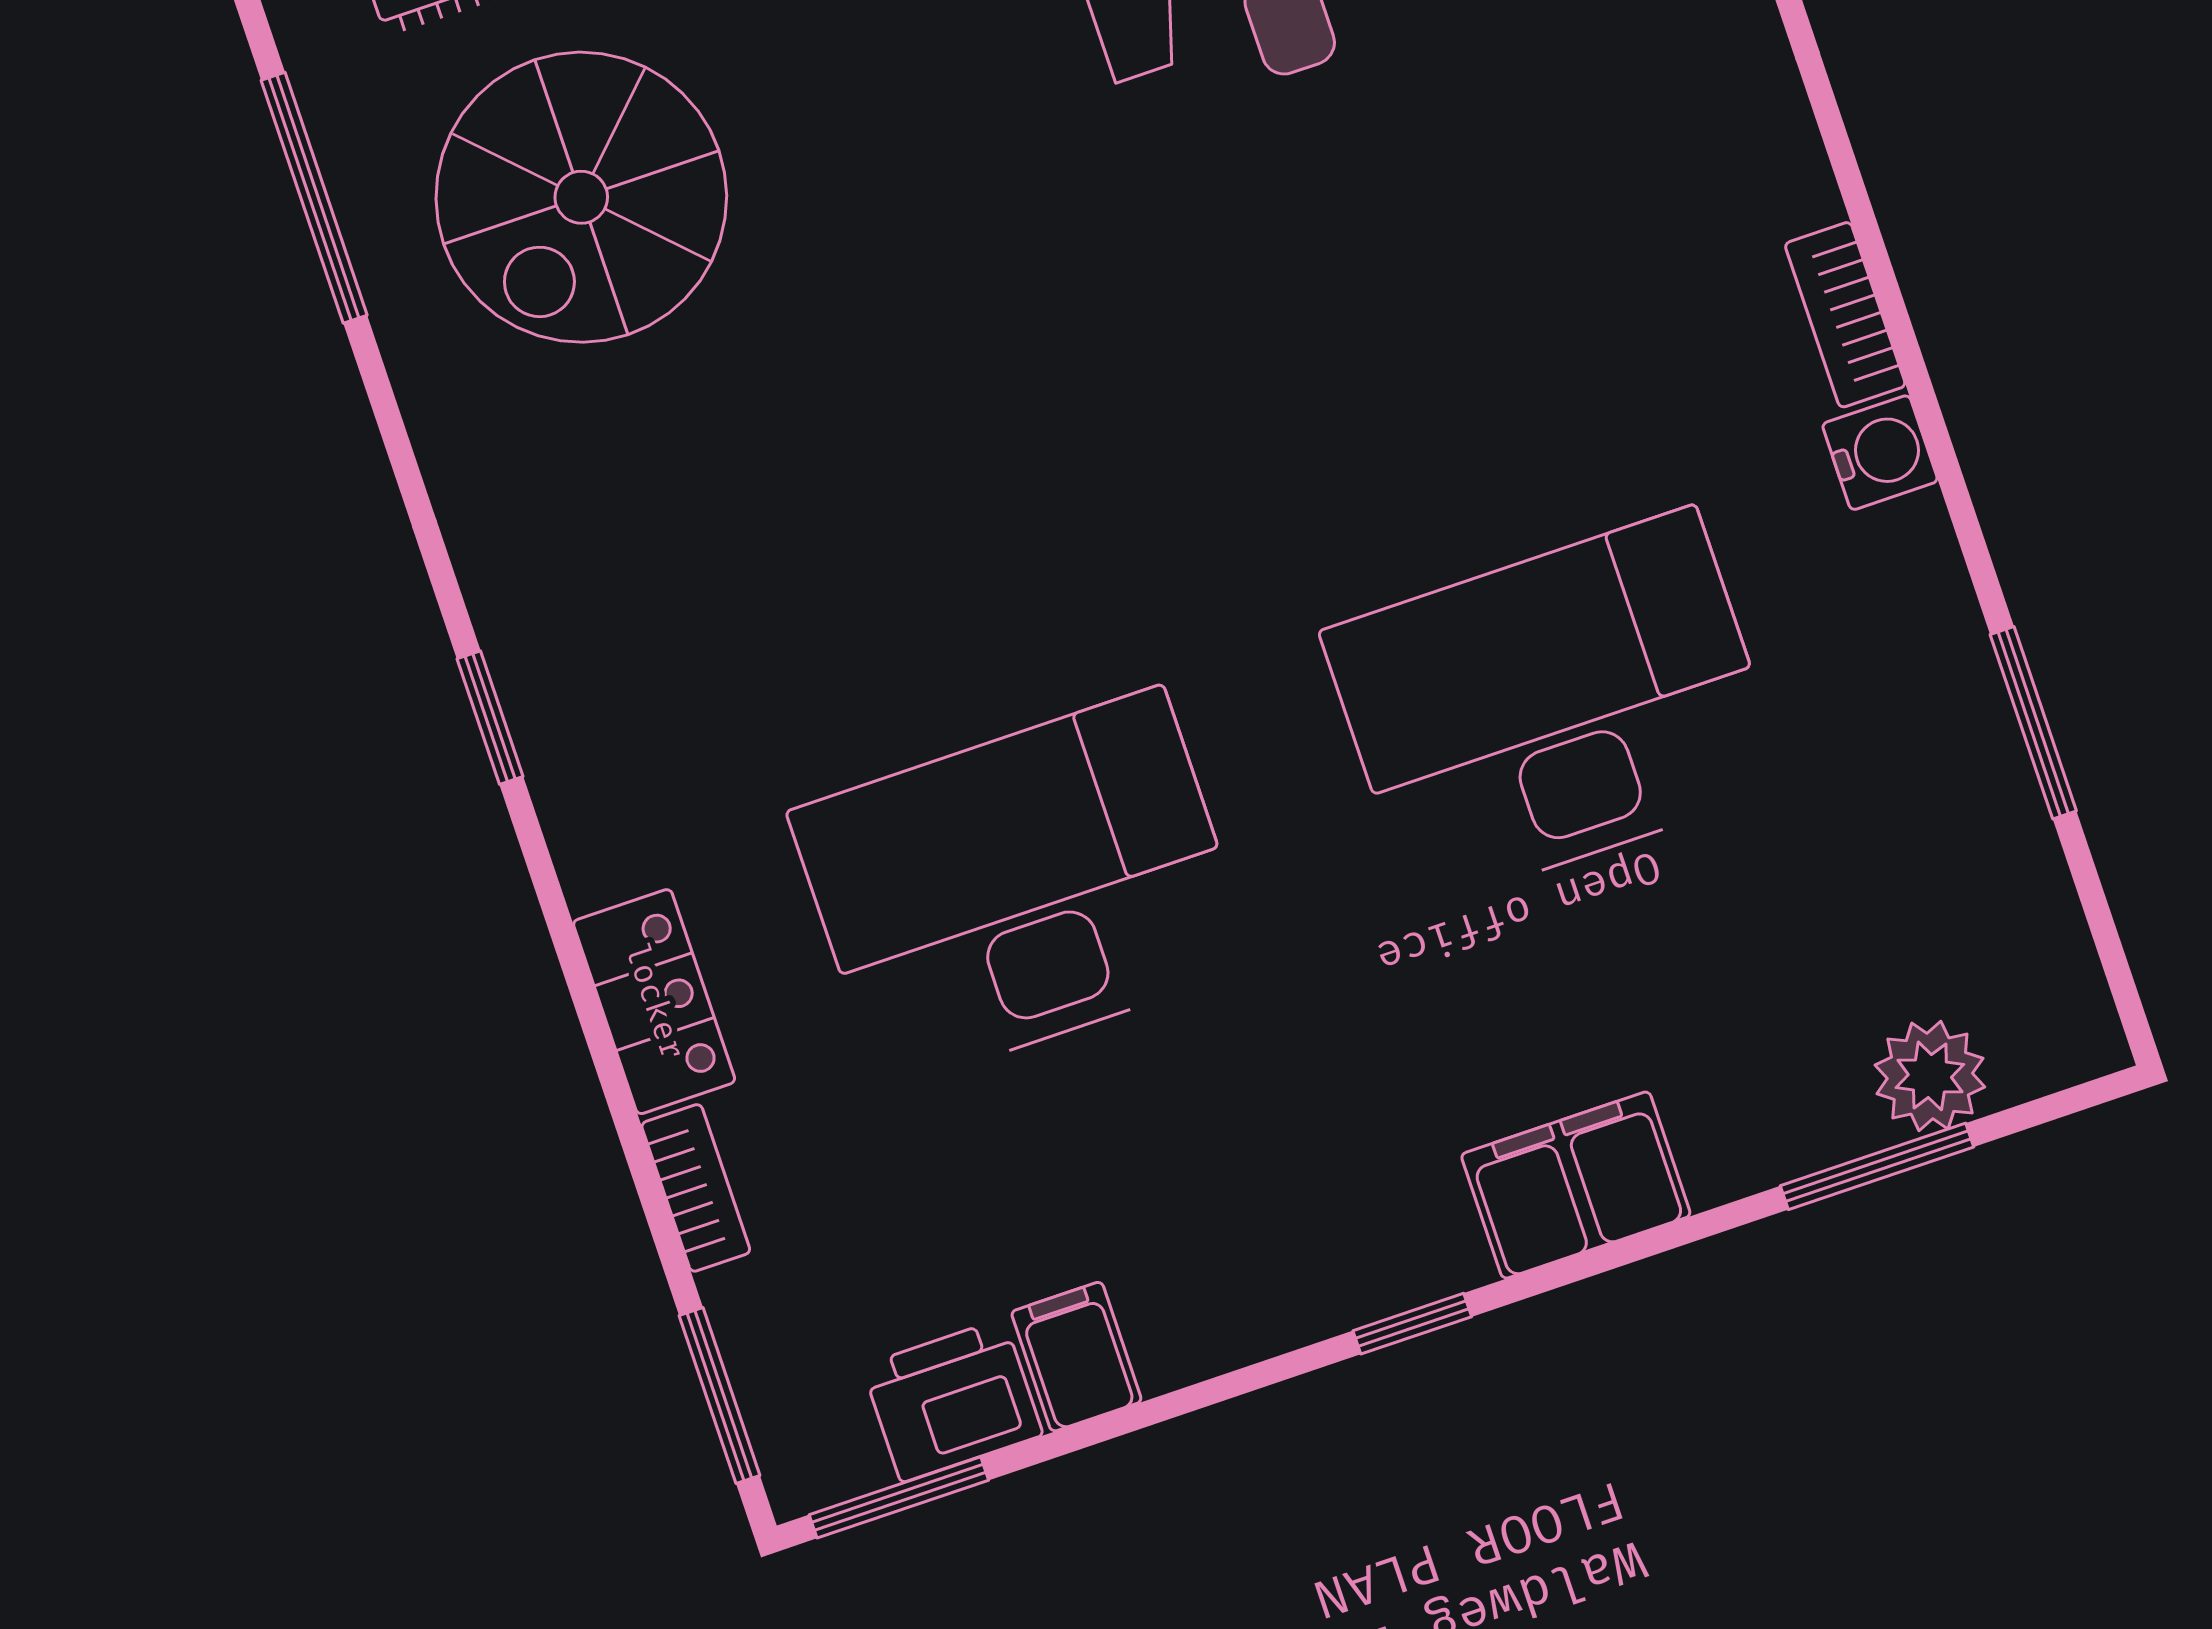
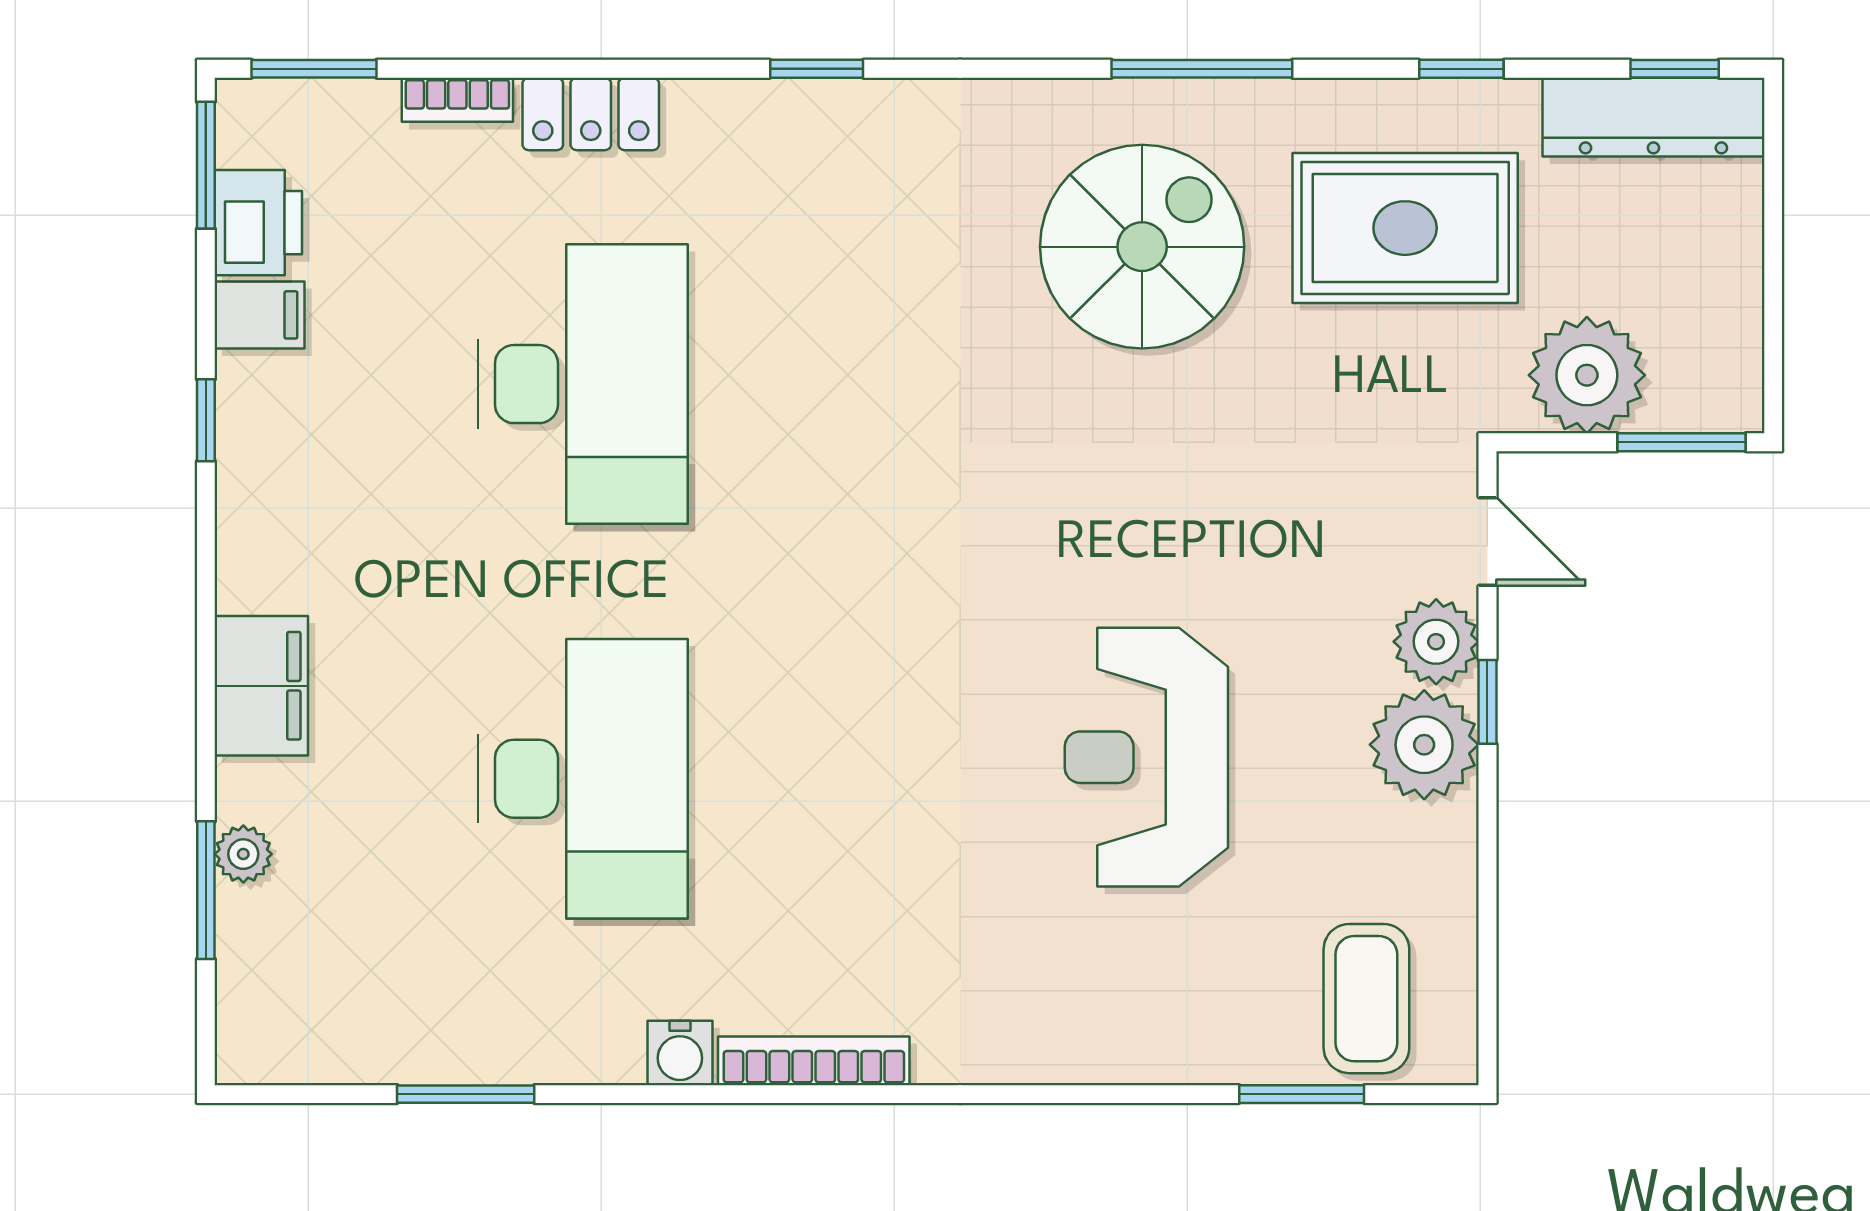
spiral stairs: (581, 197) -> (1142, 247), turned 90
bookcase: (1845, 315) -> (814, 1061), width x1.56
plant: (1930, 1076) -> (243, 854), moved, width x0.73, depth x0.73
window: (1412, 1324) -> (206, 420), moved

